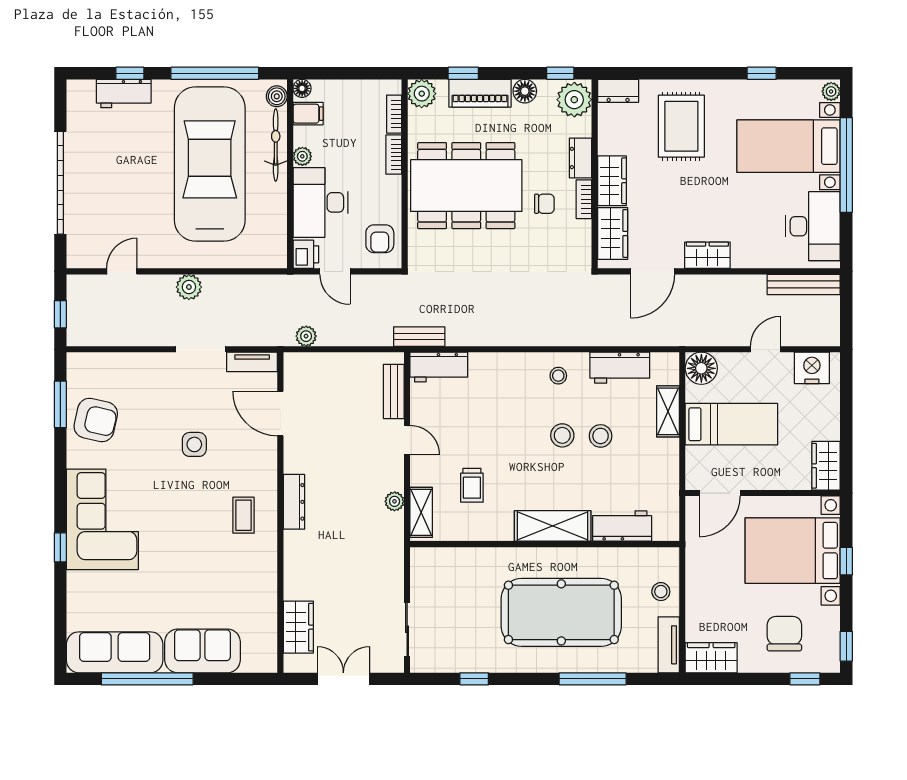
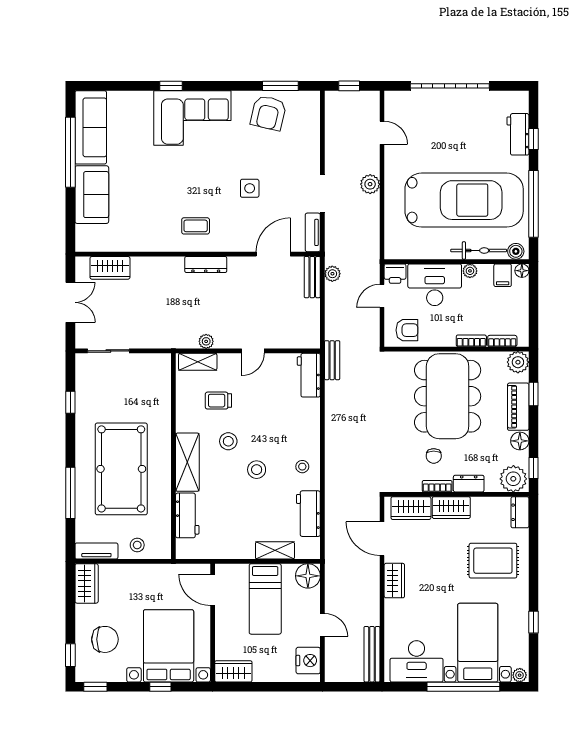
armchair: (380, 239) -> (407, 330), turned 180
bench: (394, 391) -> (312, 277), moved, turned 90
stool: (601, 436) -> (228, 441), moved

